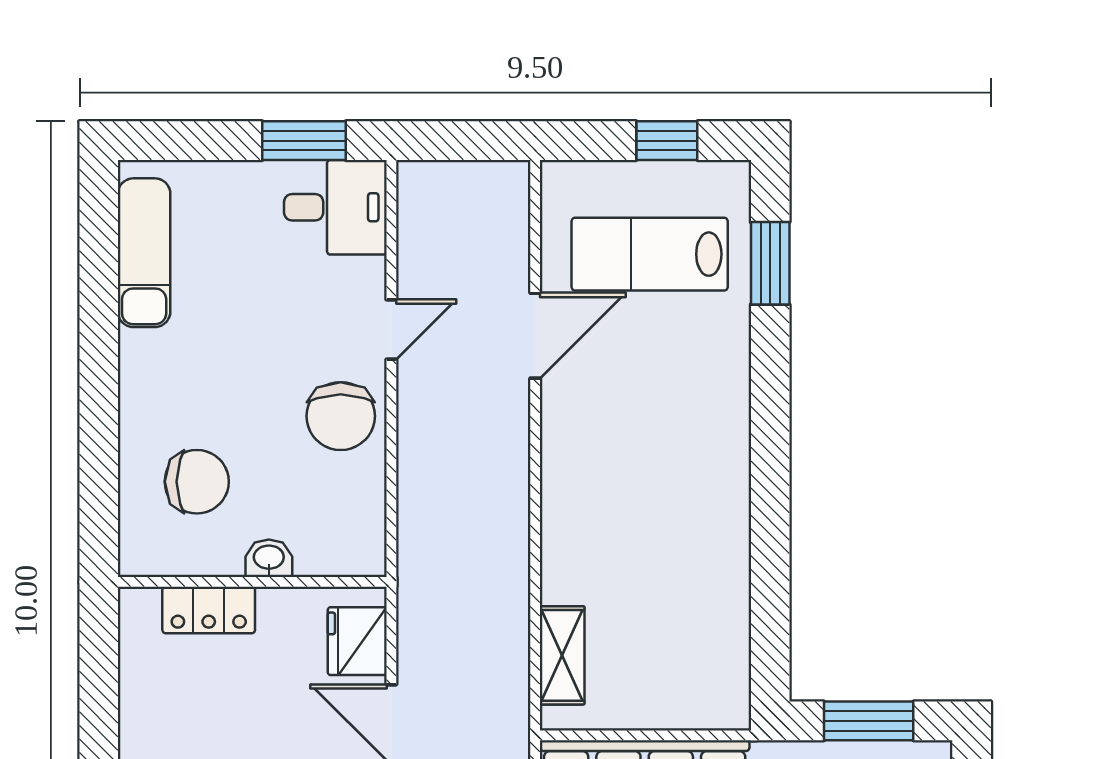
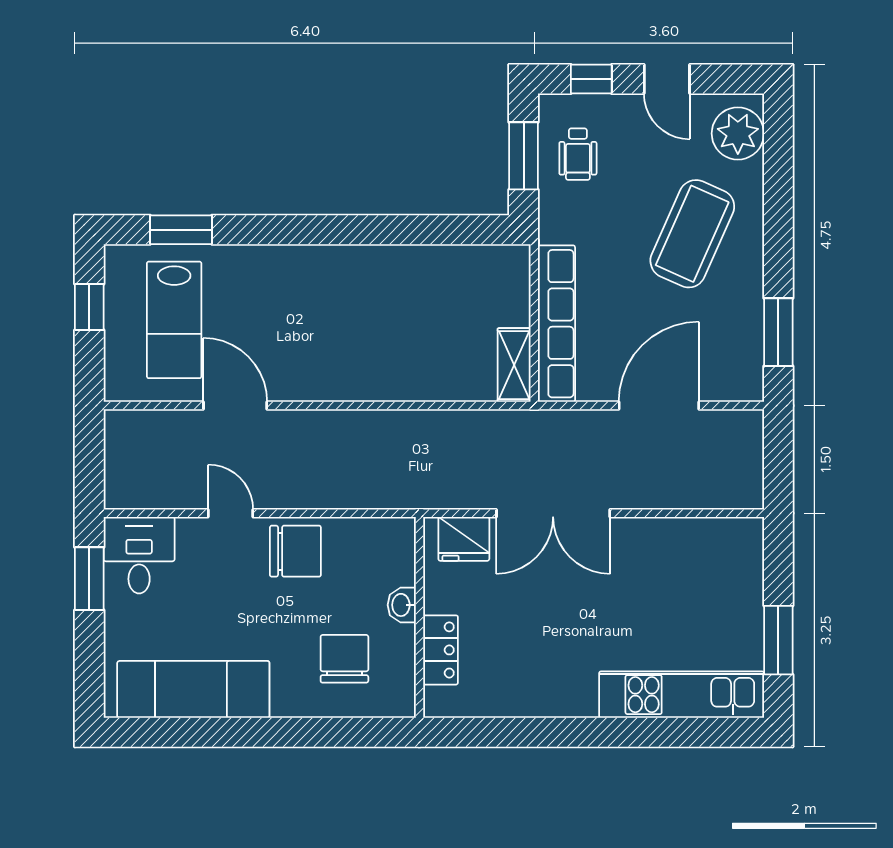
exam couch: (144, 253) -> (193, 689), width x1.36, depth x1.45
shelving: (562, 655) -> (514, 365), moved, turned 90

